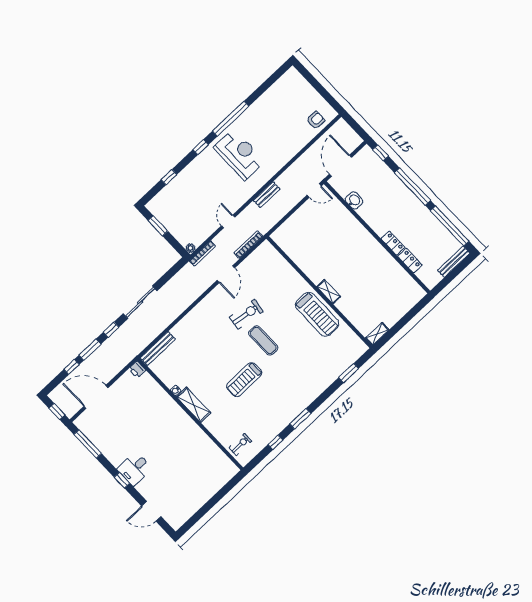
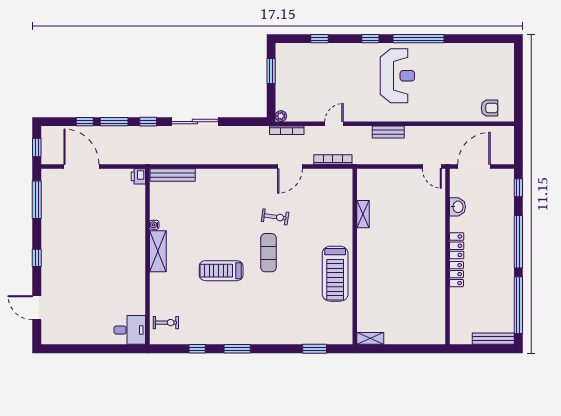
locker: (410, 261) -> (457, 246), moved
shelving: (329, 292) -> (363, 214), moved
exercise bike: (246, 314) -> (275, 217), width x0.73, depth x0.72
desk: (135, 469) -> (130, 330), moved, turned 180

